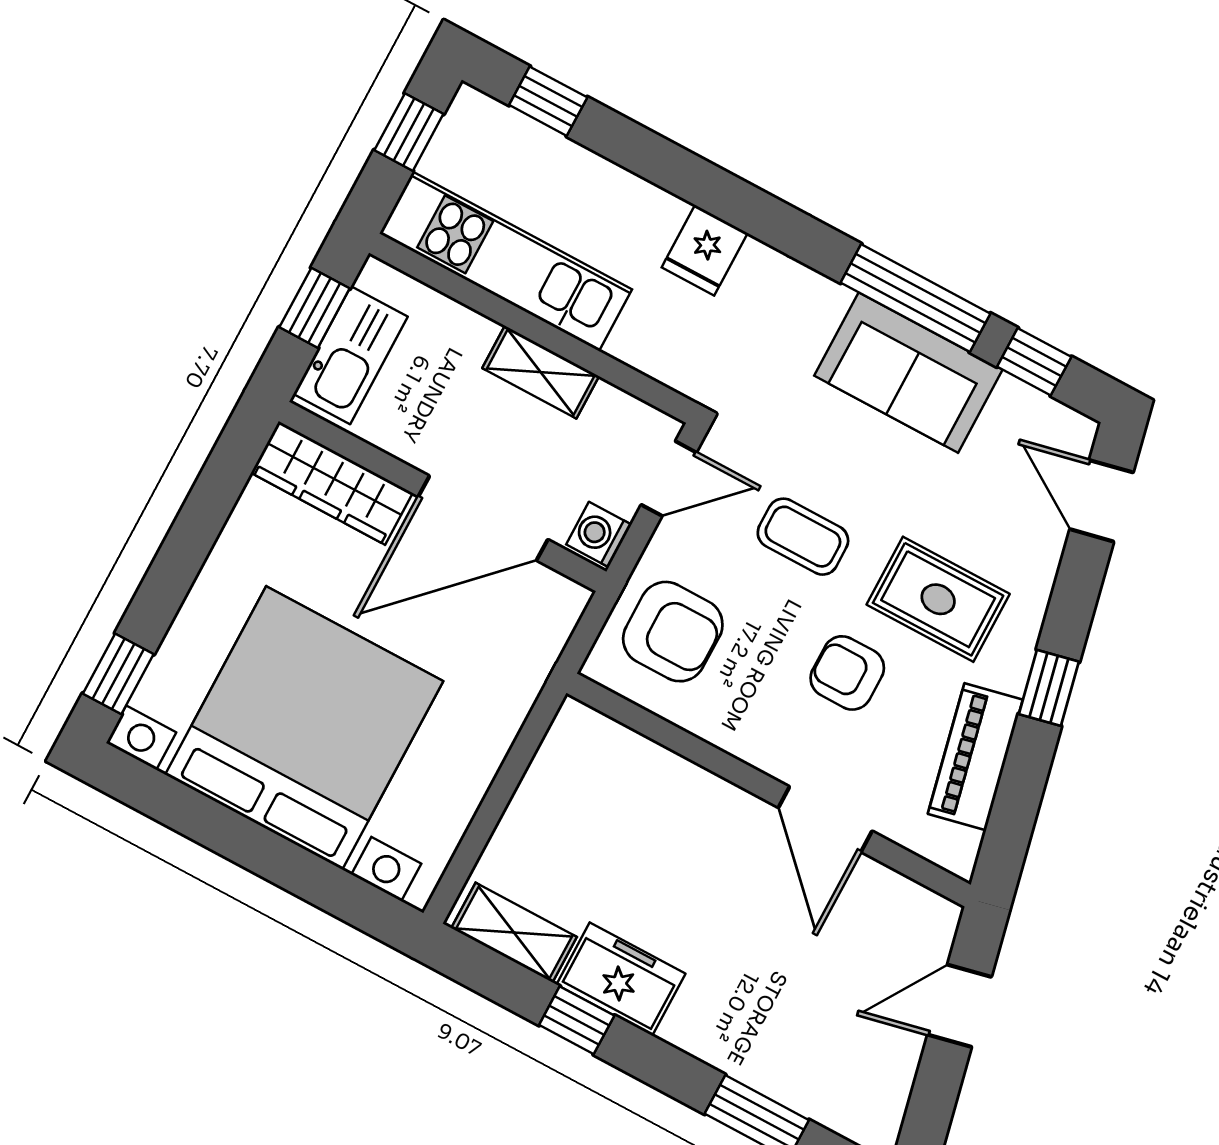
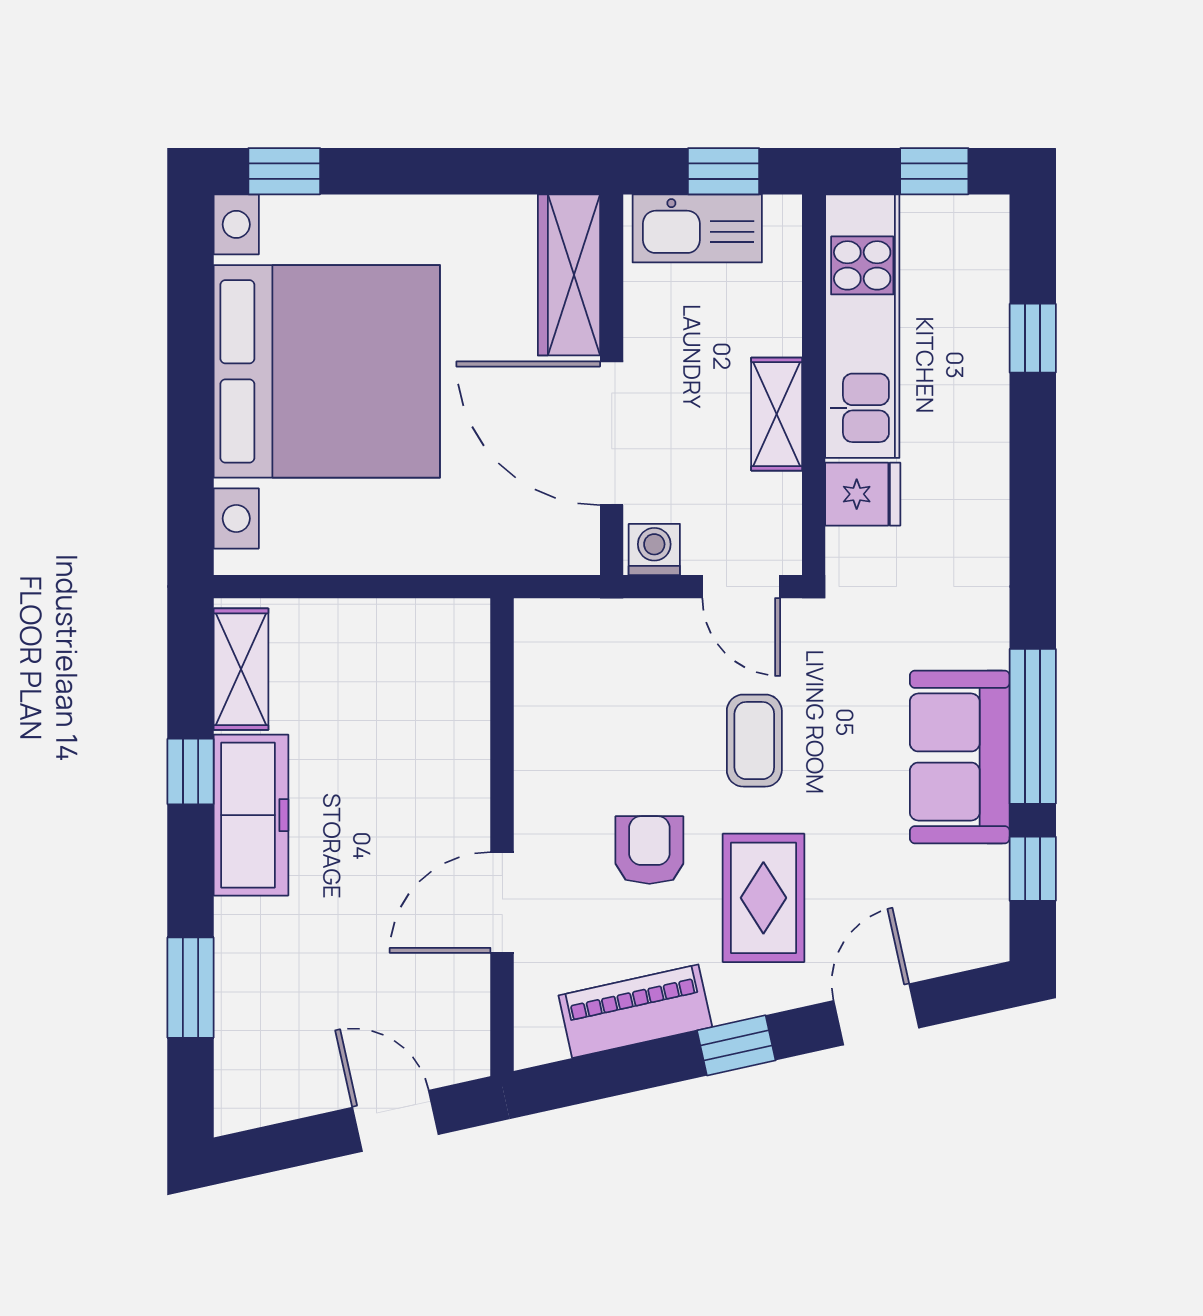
window: (548, 101) -> (1033, 338), moved
fridge: (705, 250) -> (863, 494), moved, turned 180
door: (1102, 501) -> (876, 1014), moved
armchair: (673, 632) -> (601, 667), removed
freezer: (621, 979) -> (251, 815), width x1.40

